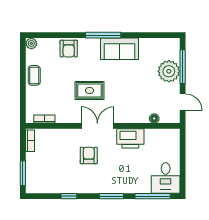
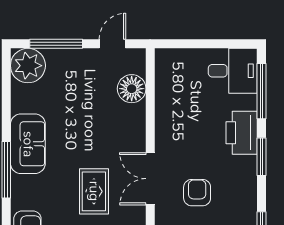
plant: (169, 71) -> (28, 66), moved
floor lamp: (154, 118) -> (132, 89), width x1.89, depth x1.89
printer: (130, 138) -> (242, 133), moved, turned 180
armchair: (89, 155) -> (197, 193), turned 90

